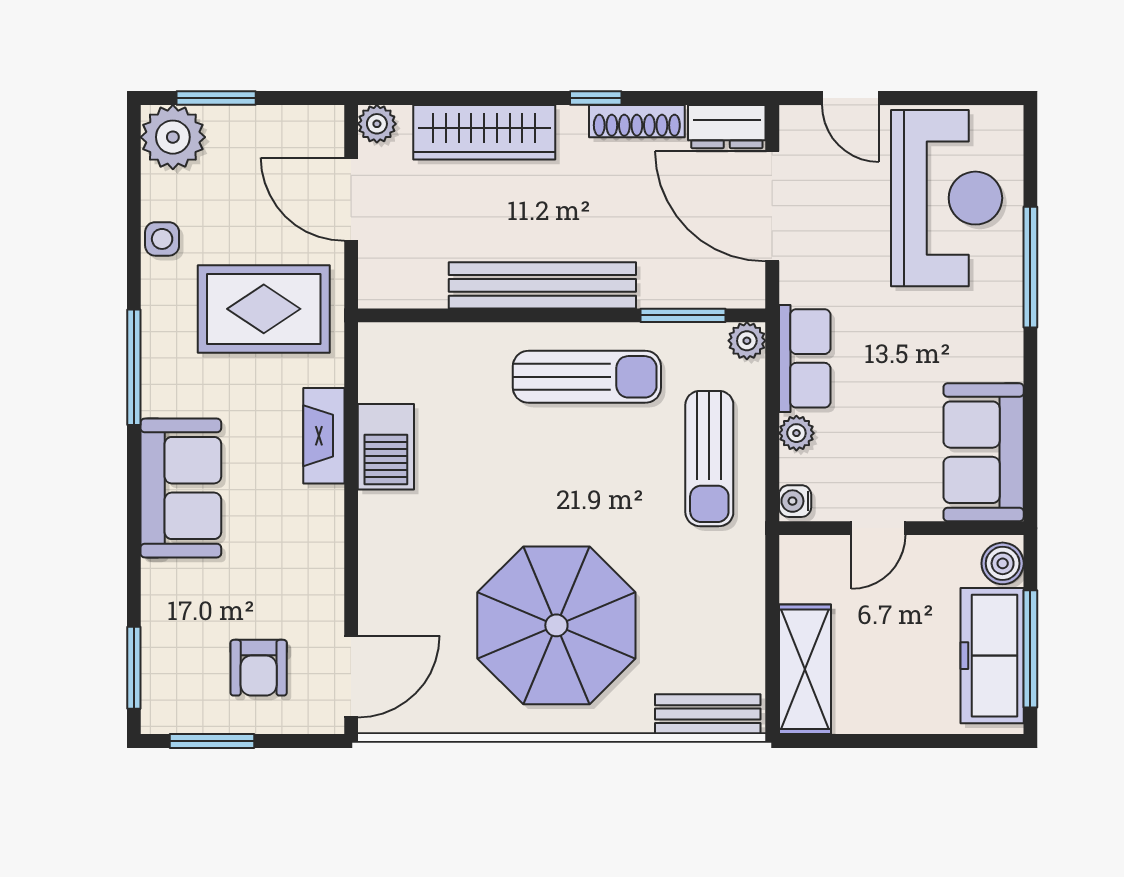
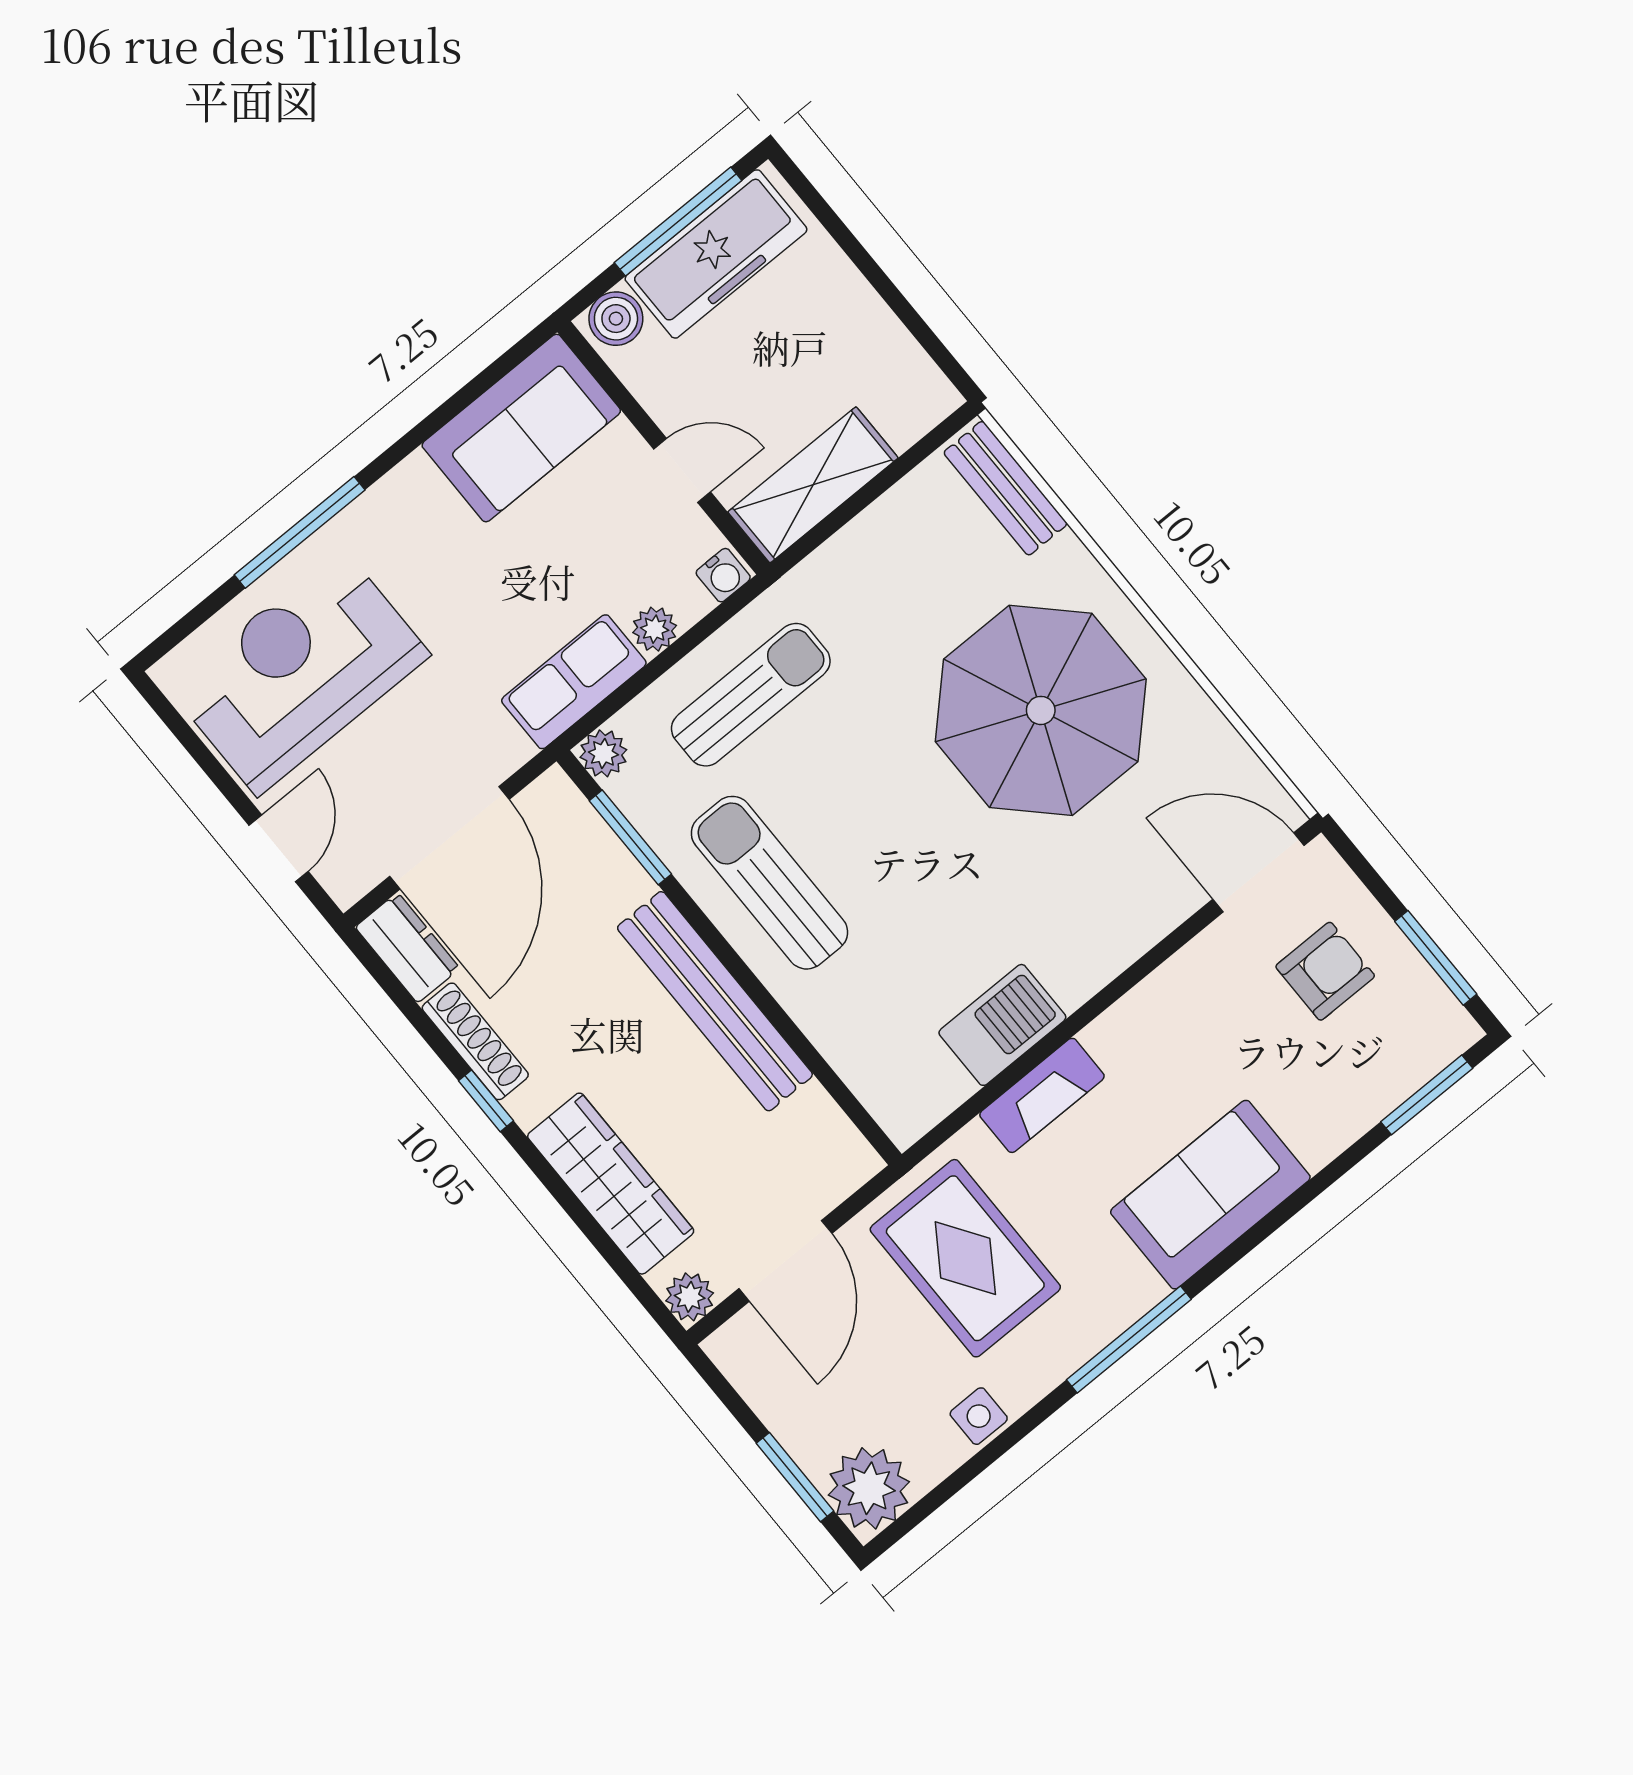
shelving: (805, 669) -> (813, 485), moved

